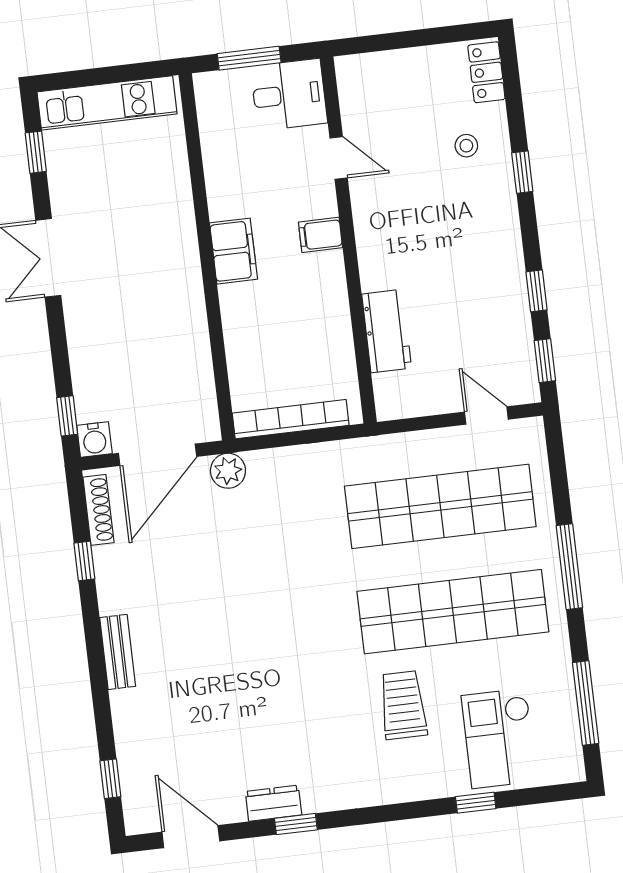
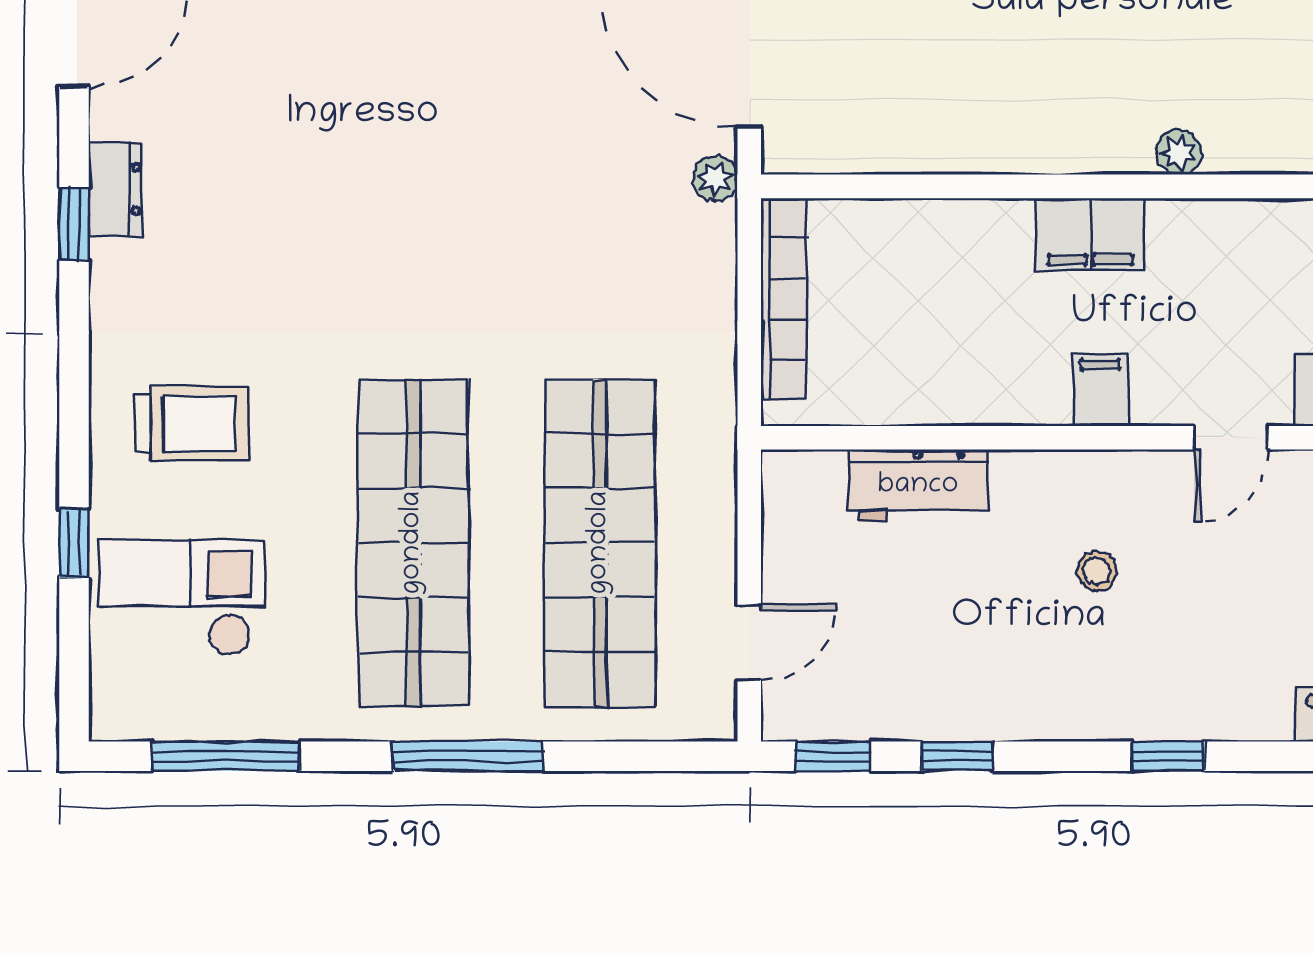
stool: (466, 146) -> (1097, 571), moved
plant: (181, 207) -> (1179, 152), added
plant: (228, 471) -> (715, 179), width x0.73, depth x0.73
trolley: (403, 705) -> (191, 424), moved

